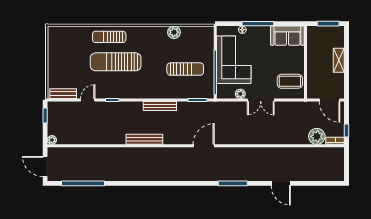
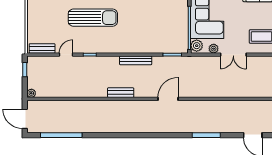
sun lounger: (116, 62) -> (93, 18), turned 180
sun lounger: (185, 69) -> (160, 25), removed
plant: (223, 91) -> (197, 46), added
bench: (144, 139) -> (121, 93), width x0.73
door: (204, 146) -> (168, 99), moved

